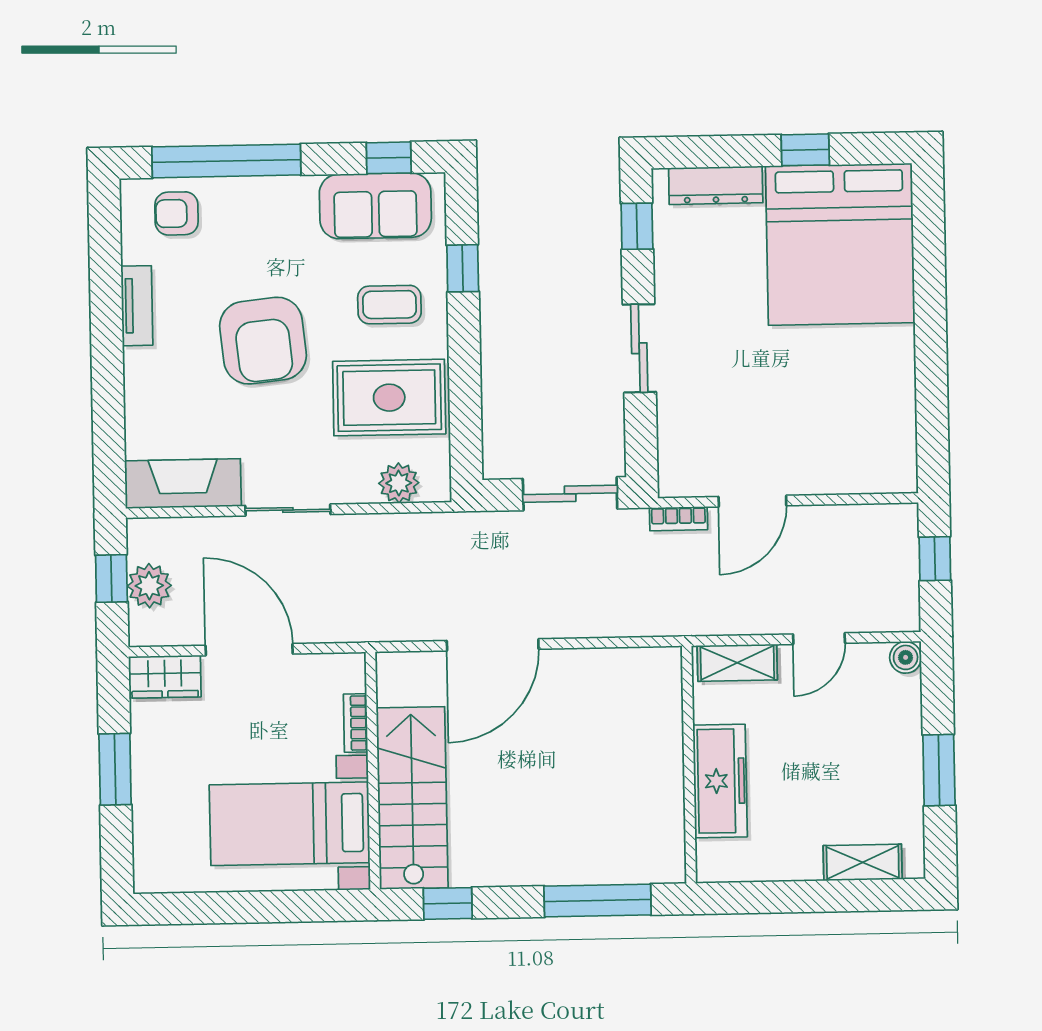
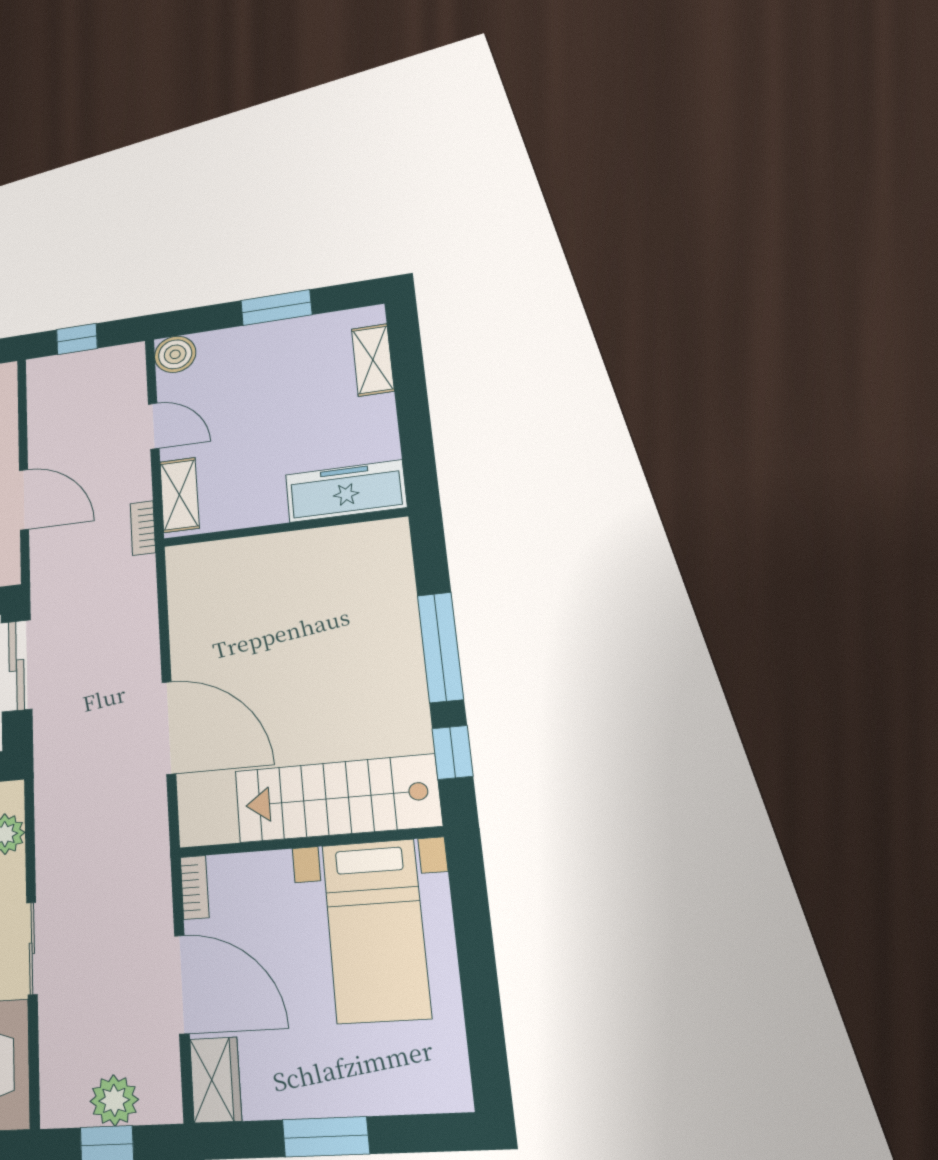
bookcase: (678, 519) -> (143, 528), moved, turned 180
door: (249, 650) -> (182, 984), swing flipped
boiler: (906, 657) -> (175, 354), width x1.36, depth x1.36
bookcase: (356, 723) -> (195, 887), moved, turned -90
freezer: (720, 781) -> (346, 491), moved
window: (598, 901) -> (440, 647), moved

